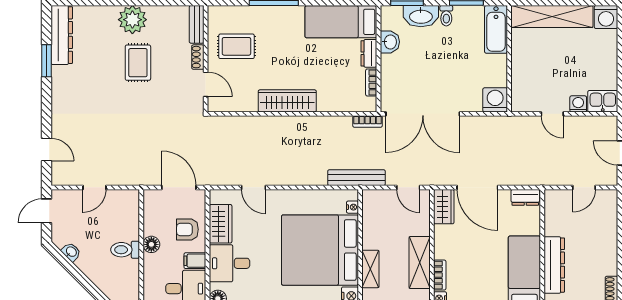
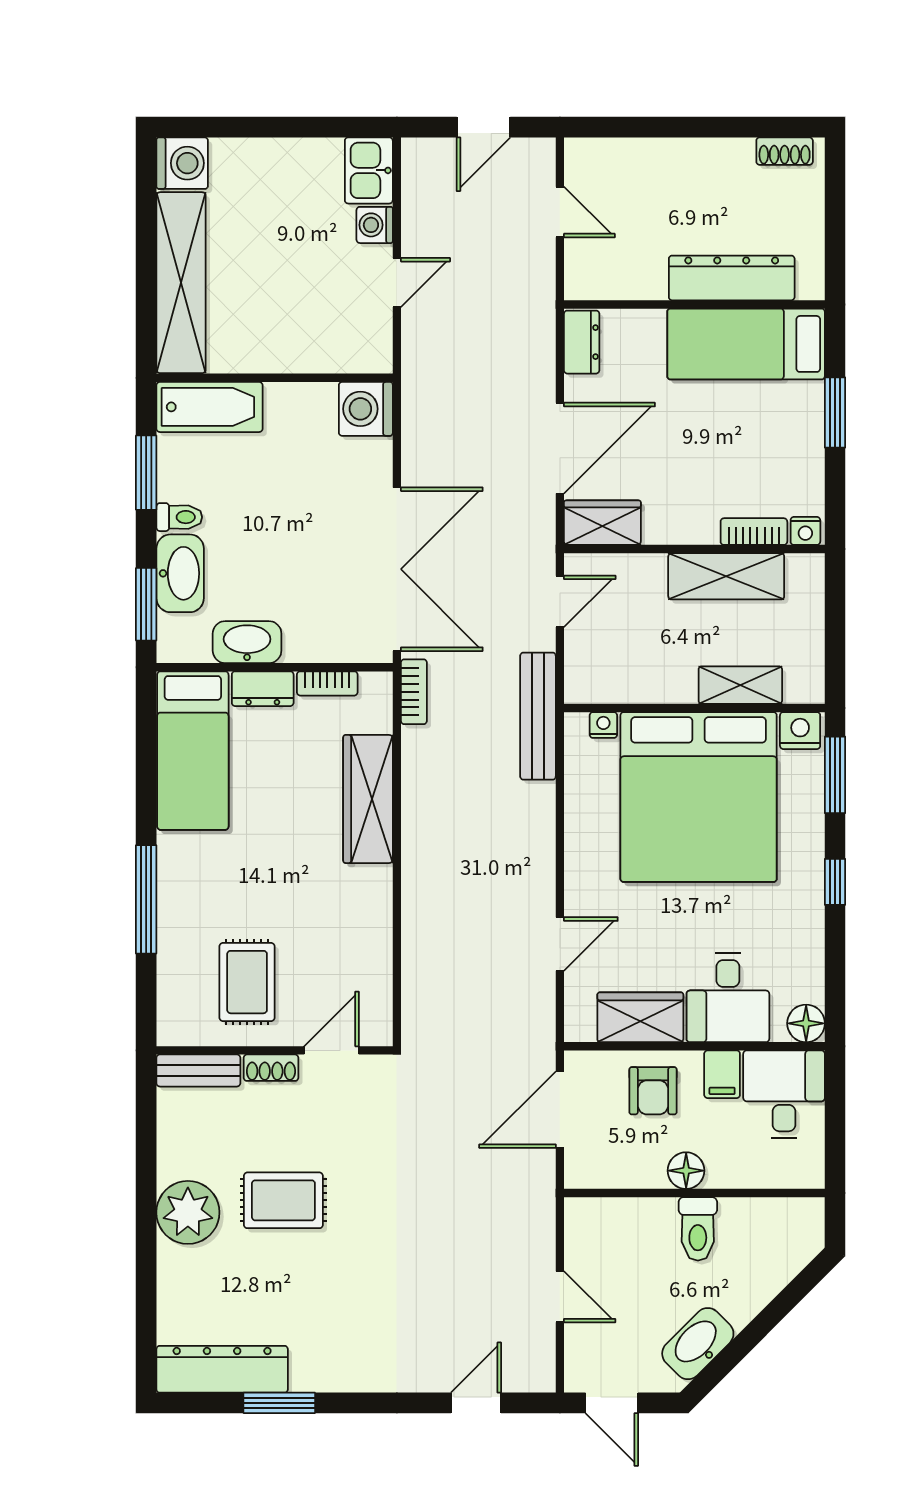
washbasin: (390, 42) -> (247, 642), width x1.38
wardrobe: (287, 101) -> (368, 799), moved
washbasin: (71, 252) -> (698, 1344), width x1.91, depth x1.45

